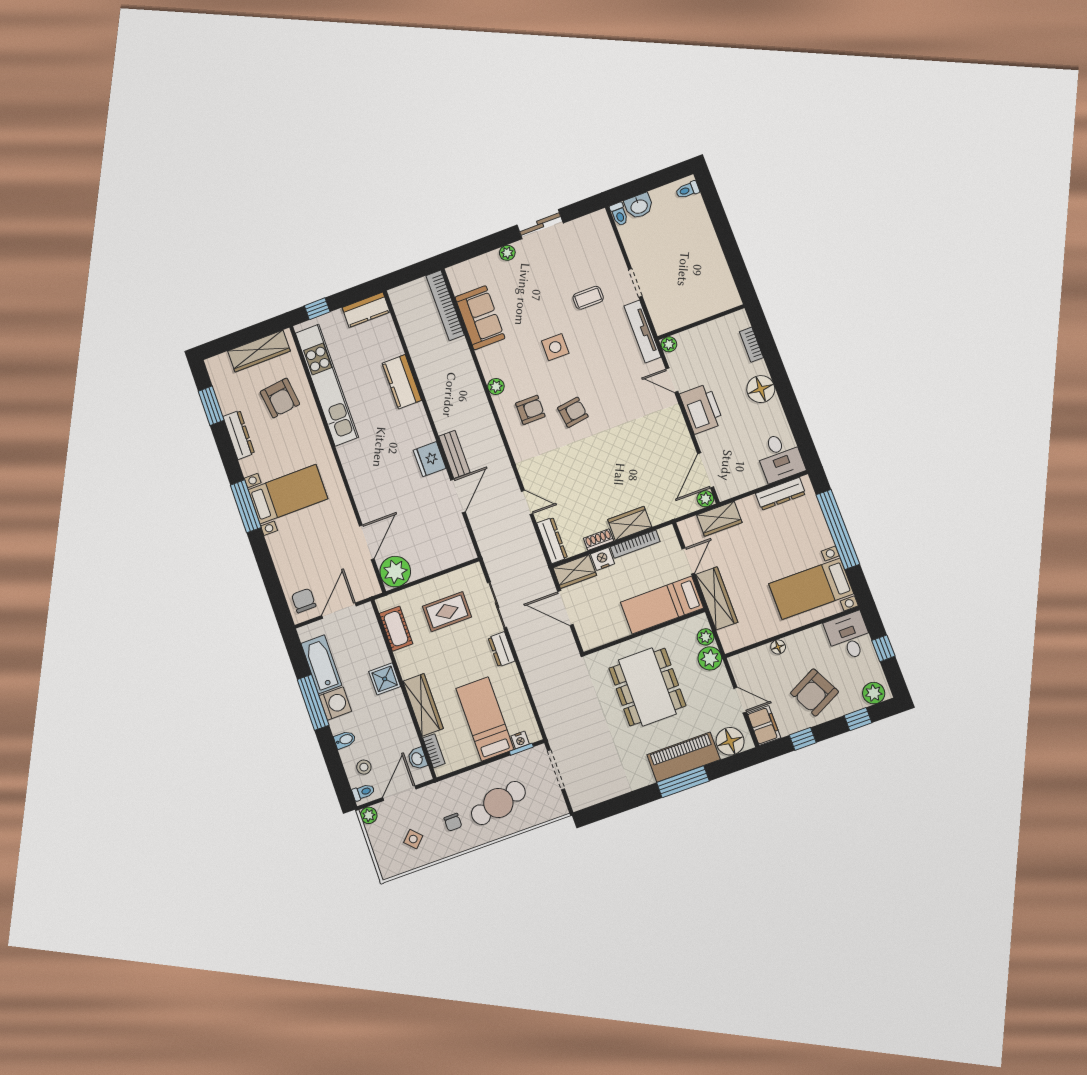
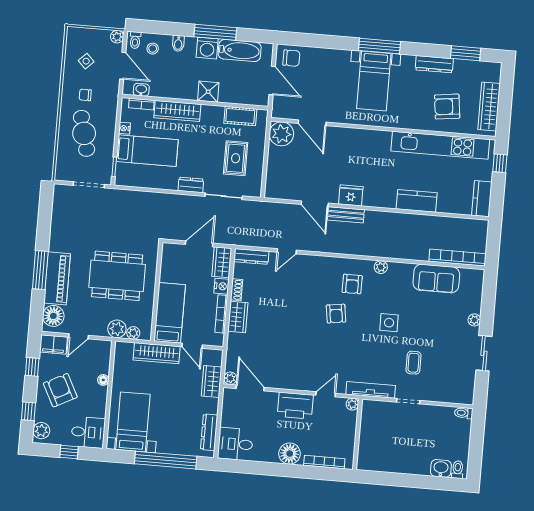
washbasin: (639, 206) -> (441, 468), moved, turned 90
bookcase: (751, 345) -> (324, 462), width x1.56
nightstand: (520, 740) -> (124, 128), moved

